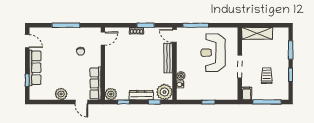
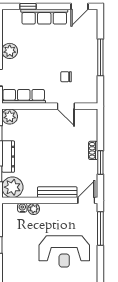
door: (103, 39) -> (66, 106), moved
reception desk: (213, 53) -> (64, 251), turned 180

